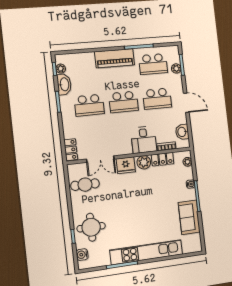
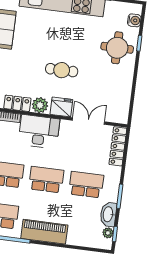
desk: (144, 140) -> (39, 132), width x1.37
locker: (71, 150) -> (118, 146), width x1.53
cafe table: (85, 185) -> (62, 70), moved

